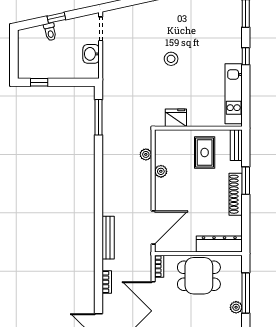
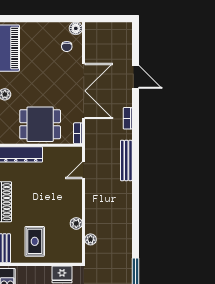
door: (153, 227) -> (84, 170), width x0.53

